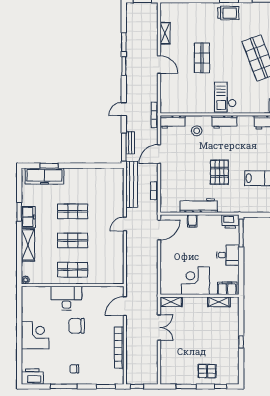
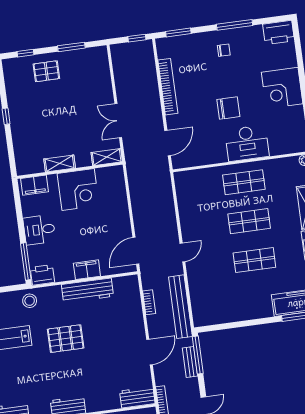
stool: (197, 131) -> (30, 301), moved
pallet: (219, 172) -> (66, 339), turned 90
filing cabinet: (192, 221) -> (87, 270), width x2.00
shelving: (219, 302) -> (60, 163), moved

